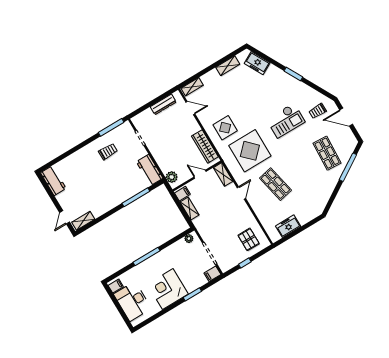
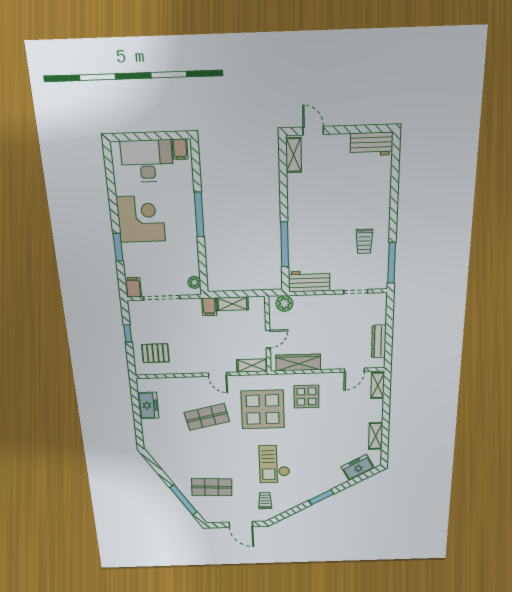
door: (346, 117) -> (241, 524), swing flipped
filing cabinet: (182, 194) -> (209, 307), moved

